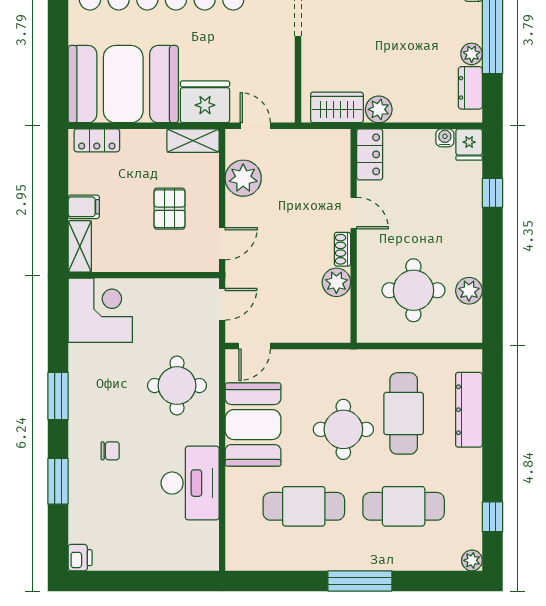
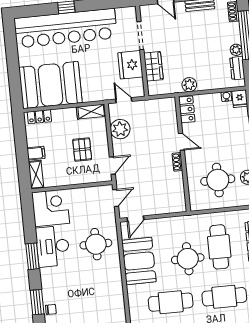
fridge: (205, 102) -> (130, 65), moved, turned -90
wardrobe: (337, 107) -> (154, 66), moved, turned 90
plant: (336, 282) -> (176, 180), removed
chair: (110, 451) -> (51, 309), moved
desk: (190, 483) -> (53, 246), moved, turned 180

